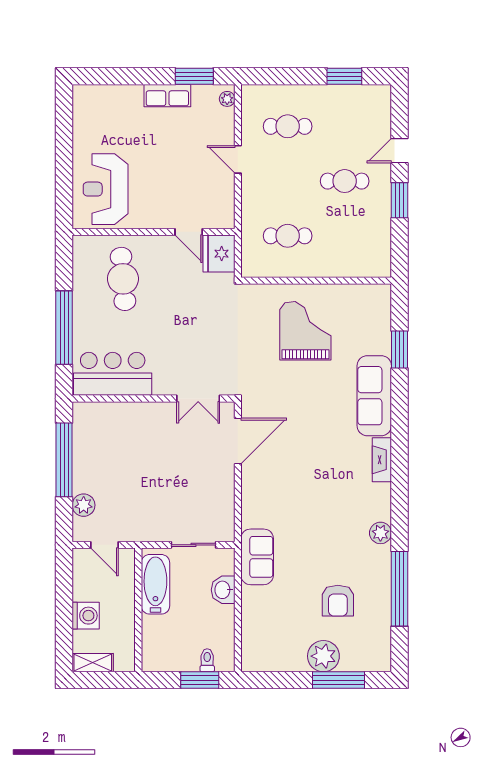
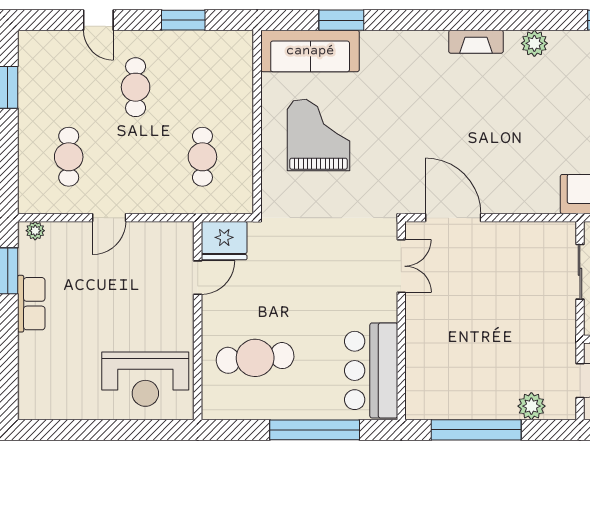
window: (399, 200) -> (183, 20), moved
grand piano: (305, 331) -> (318, 135), turned 90
sofa: (374, 396) -> (310, 51), moved
plant: (380, 533) -> (534, 43), moved

